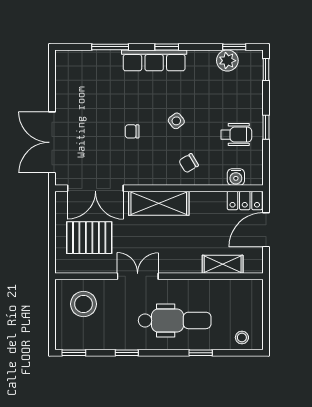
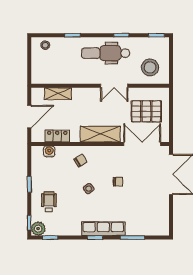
plant: (227, 61) -> (38, 229), moved
wheelchair: (236, 135) -> (49, 202), moved, turned 90
locker: (245, 200) -> (57, 136), moved
dental chair: (175, 320) -> (106, 53), moved

